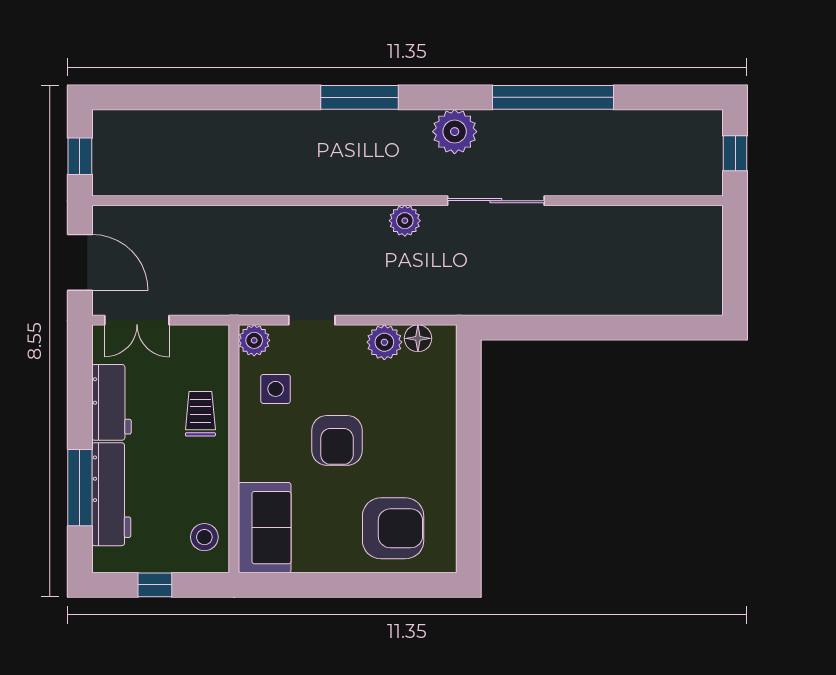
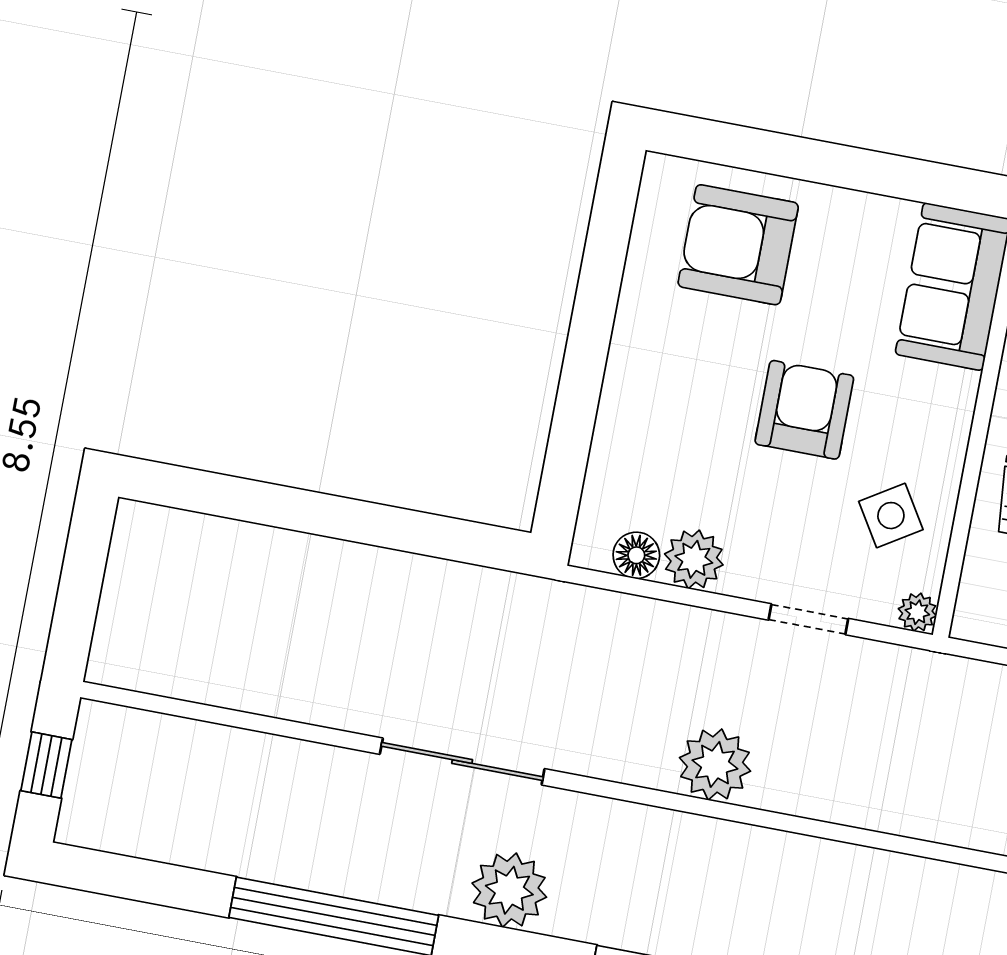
plant: (405, 221) -> (715, 764), moved, width x1.36, depth x1.36
plant: (254, 340) -> (917, 612), width x0.73, depth x0.73
side table: (276, 389) -> (891, 516), turned -32

